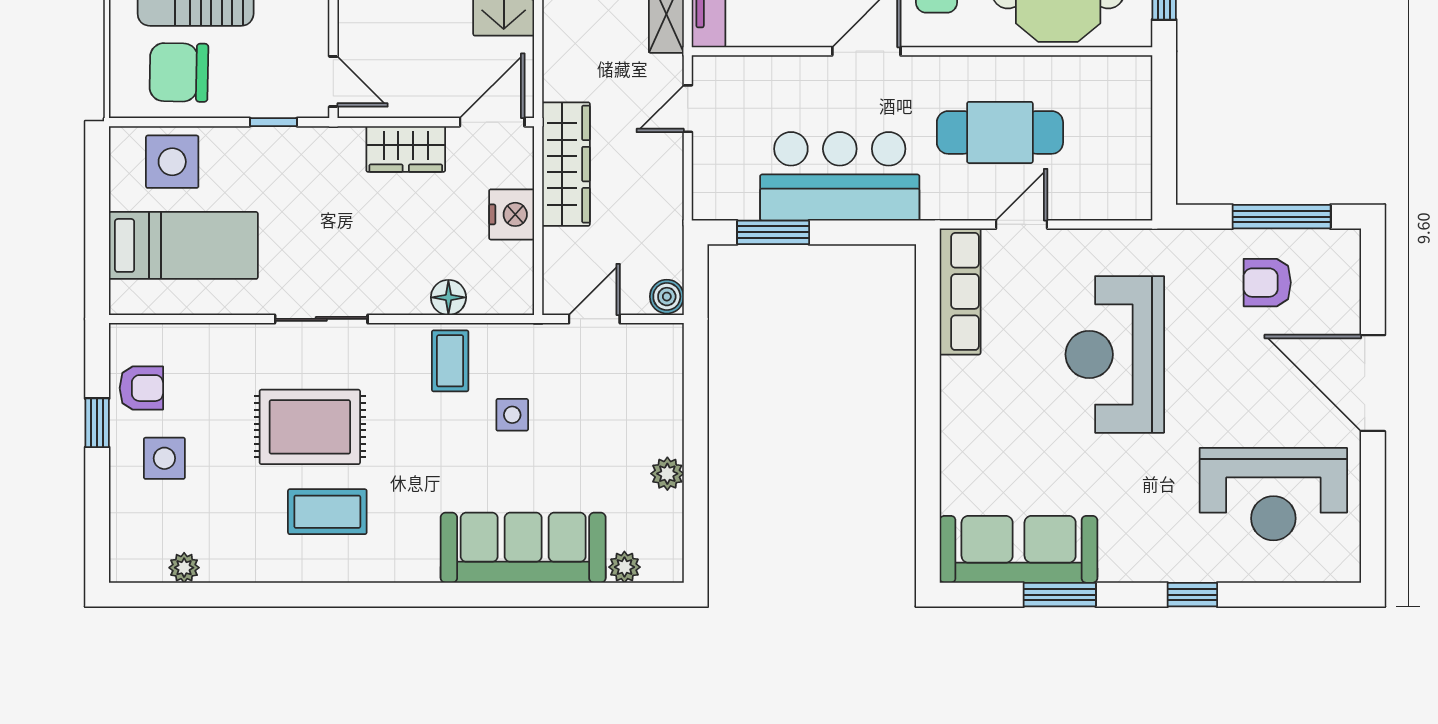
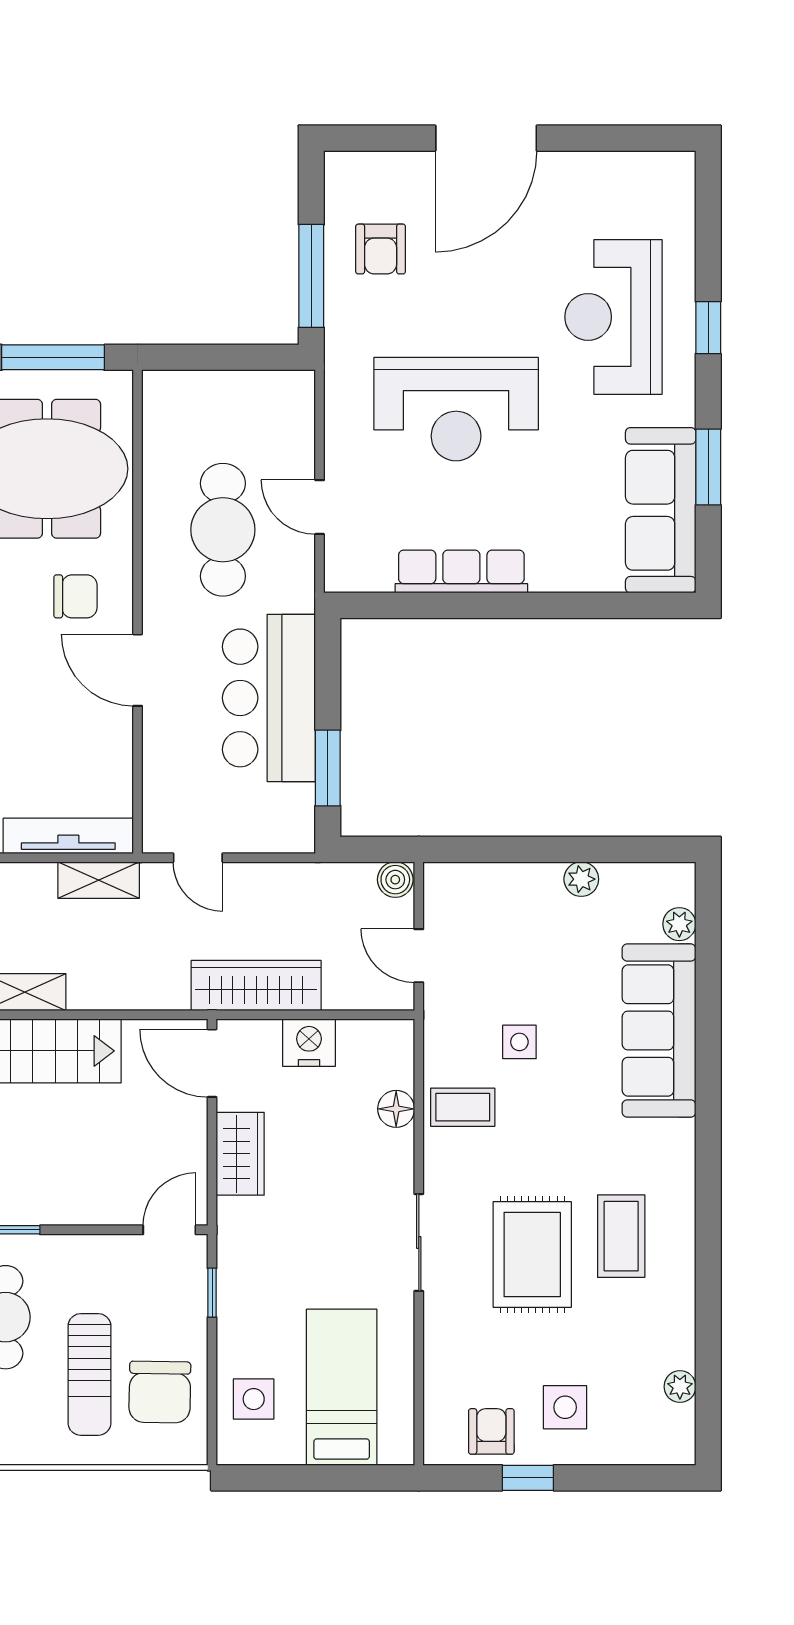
side table: (172, 162) -> (254, 1399), width x0.73, depth x0.73
window: (1282, 217) -> (311, 276), moved
row of seats: (960, 291) -> (461, 572), moved
reception desk: (1273, 494) -> (613, 317), moved, turned 180

